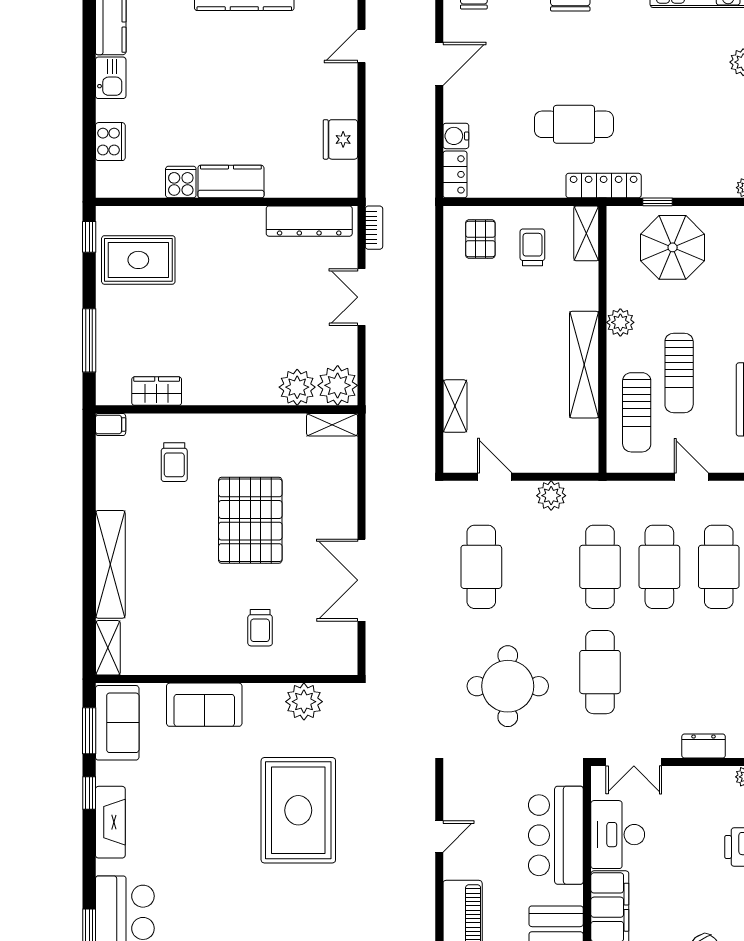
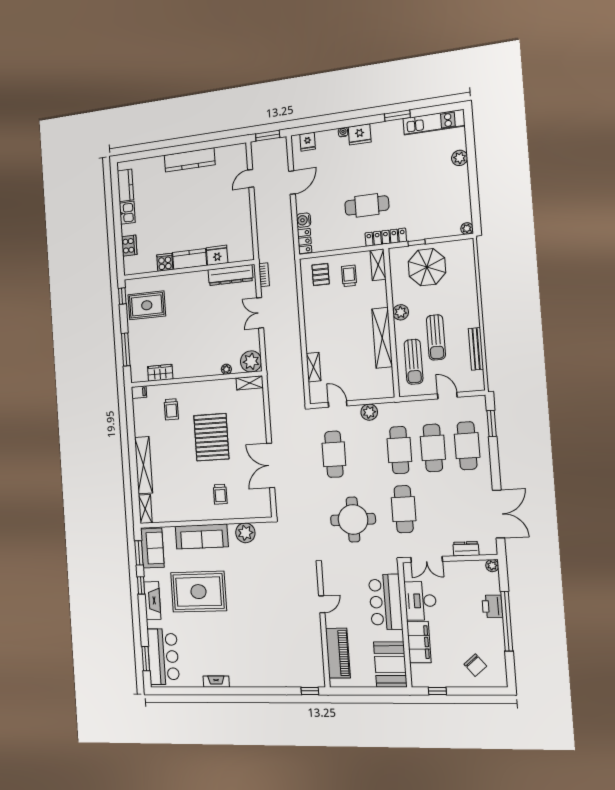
fridge: (340, 139) -> (217, 255), moved, turned 90
plant: (297, 387) -> (226, 369), width x0.53, depth x0.53
sofa: (204, 705) -> (202, 536), width x1.36
rug: (298, 810) -> (198, 592), moved, turned 90

